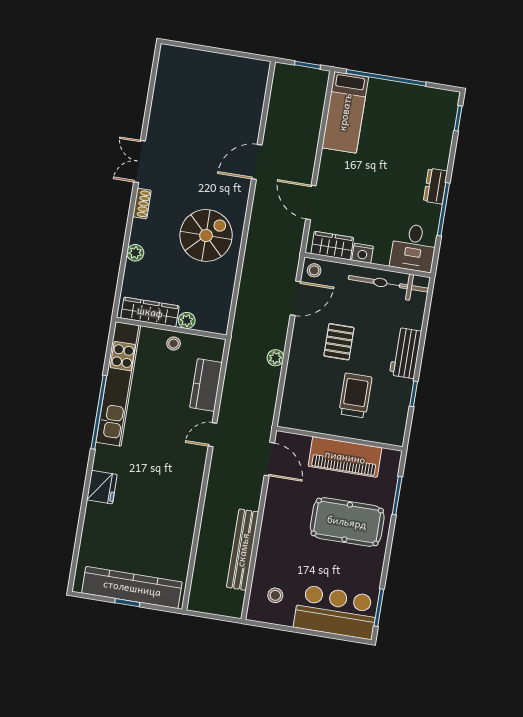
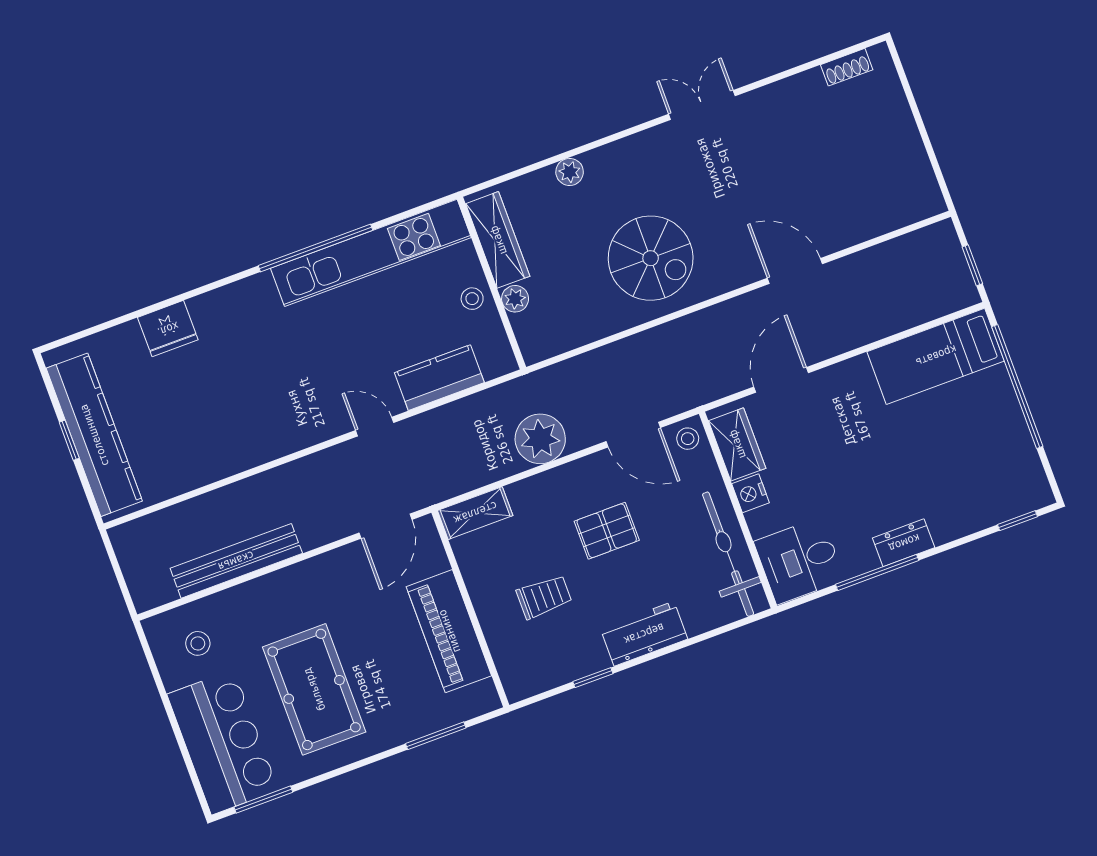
shoe rack: (142, 204) -> (847, 67), moved
plant: (275, 358) -> (540, 439), width x1.88, depth x1.88
trolley: (355, 395) -> (544, 597), width x0.73, depth x0.72
shelving: (290, 407) -> (475, 513), added
fridge: (102, 487) -> (168, 329), moved
pool table: (347, 522) -> (314, 689), moved

